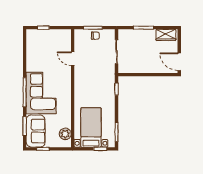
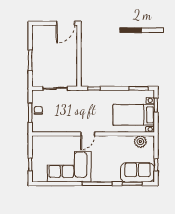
wardrobe: (166, 35) -> (38, 37), removed
door: (73, 59) -> (88, 134), moved
corner sofa: (41, 93) -> (69, 167), moved

